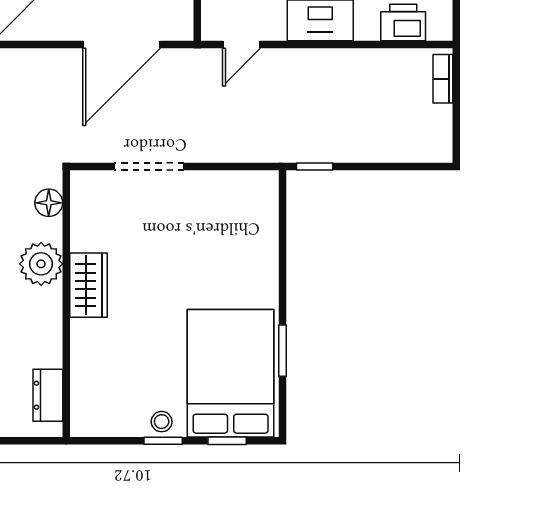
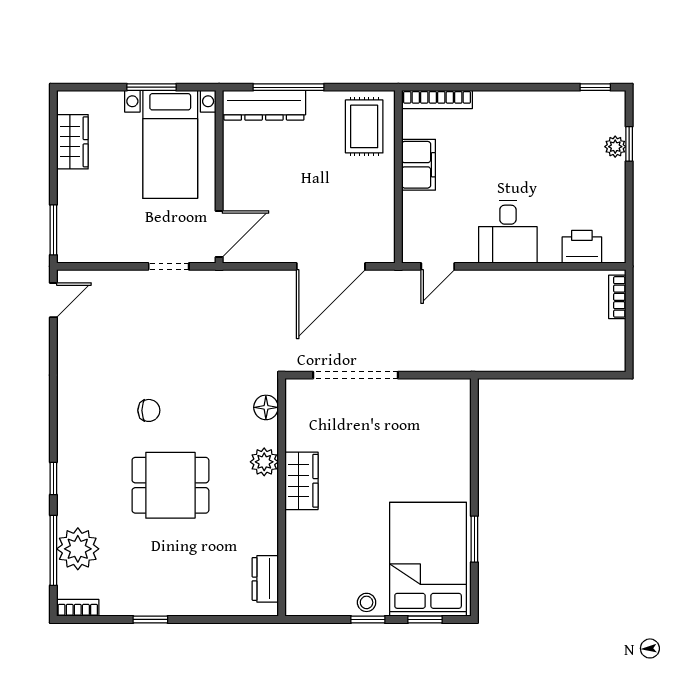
doorway: (149, 166) -> (355, 375), width x1.36
window: (315, 166) -> (503, 375), removed
plant: (41, 264) -> (264, 462), width x0.73, depth x0.73

